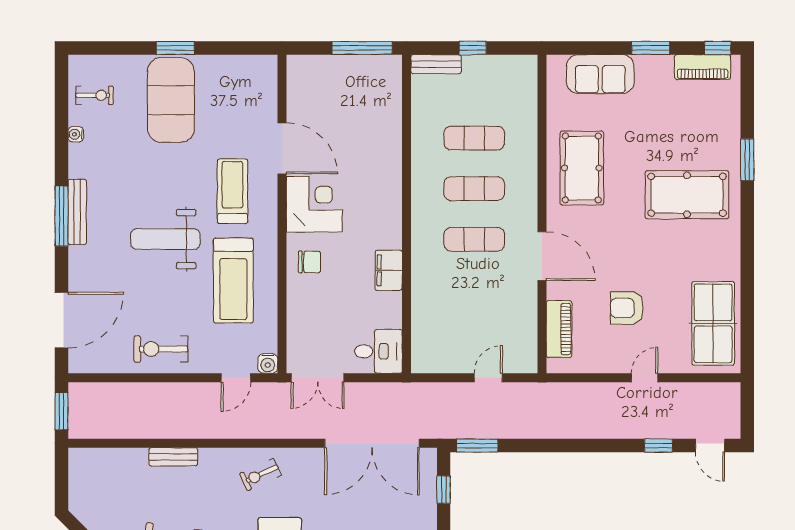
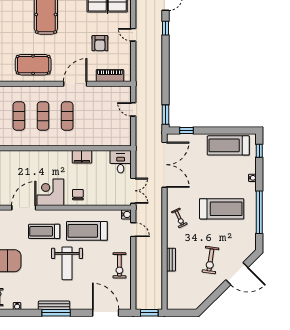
treadmill: (233, 281) -> (87, 231), turned 180

